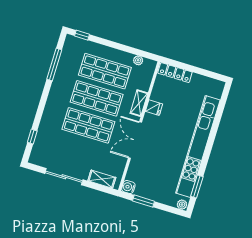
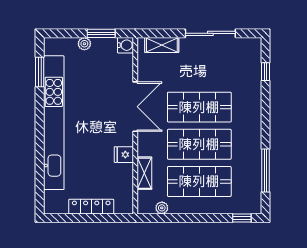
locker: (175, 73) -> (91, 207), moved
shelving: (139, 103) -> (144, 173), moved
plant: (182, 205) -> (84, 44), moved

